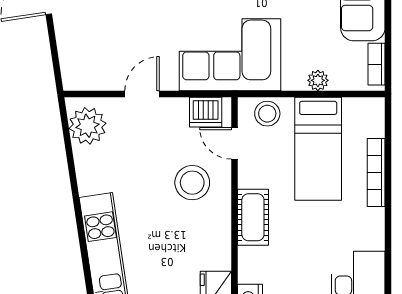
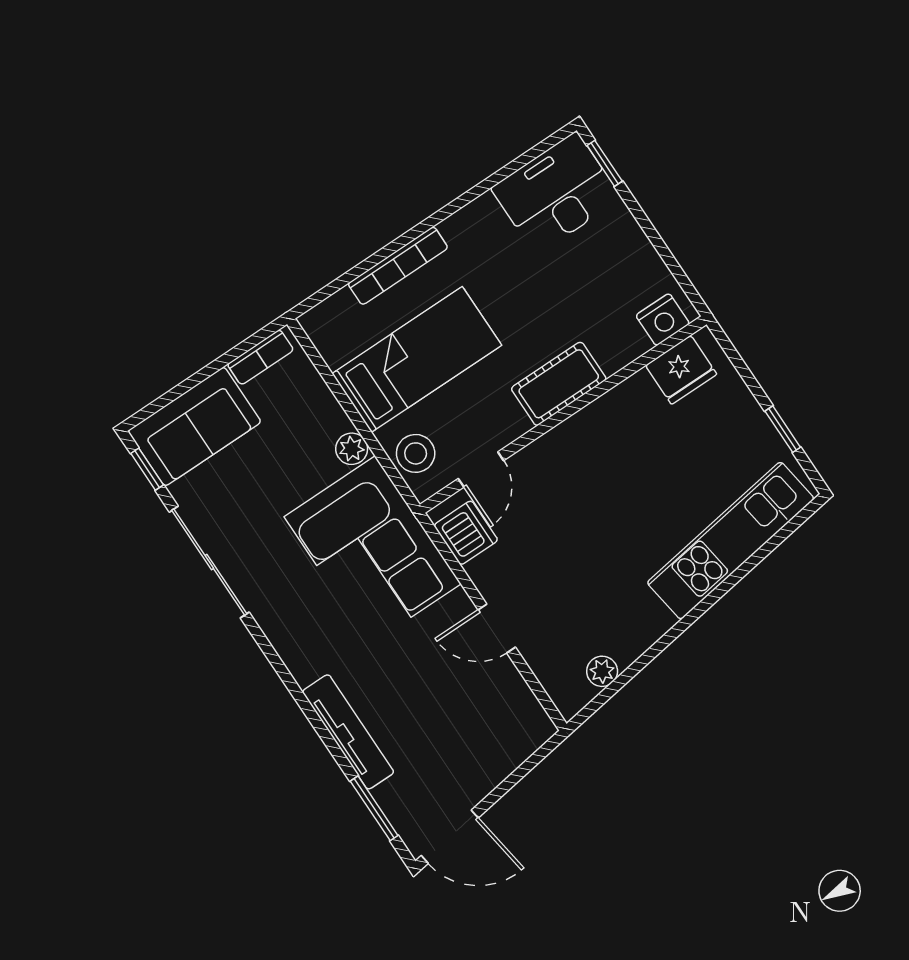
plant: (318, 80) -> (352, 449), moved
plant: (87, 126) -> (602, 671), width x0.53, depth x0.53
stool: (192, 183) -> (566, 490), removed

